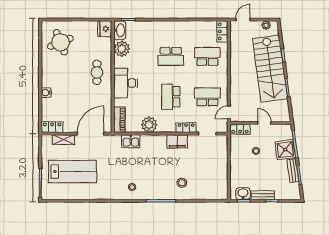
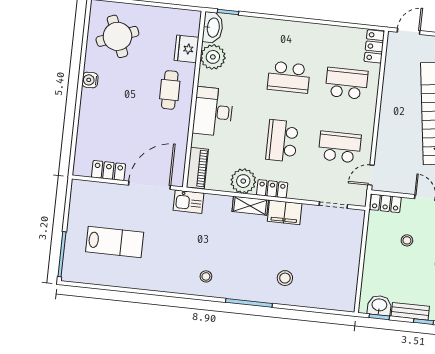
fridge: (105, 29) -> (187, 49), moved
water cooler: (46, 93) -> (90, 80), moved
locker: (52, 127) -> (108, 171), moved
locker: (186, 128) -> (272, 189), moved
shelving: (63, 140) -> (250, 206), moved
kitchen sink: (131, 141) -> (188, 202), moved
lab bench: (73, 172) -> (115, 242), width x0.73, depth x0.72

